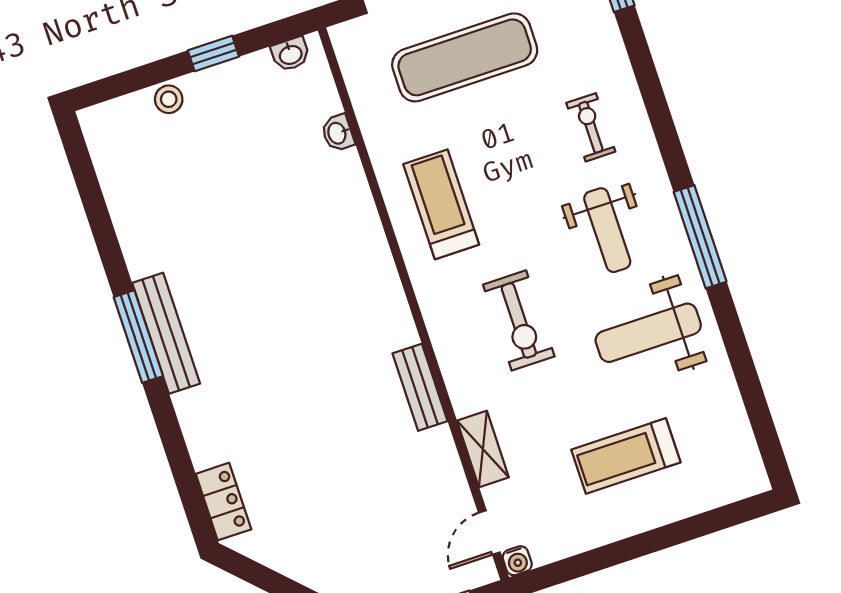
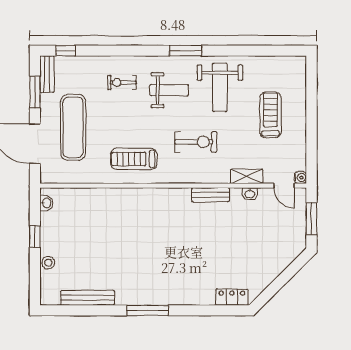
washbasin: (338, 133) -> (250, 194), moved
window: (700, 237) -> (186, 51), width x0.69
bench: (166, 333) -> (88, 298), moved
treadmill: (626, 456) -> (270, 115), turned 180

